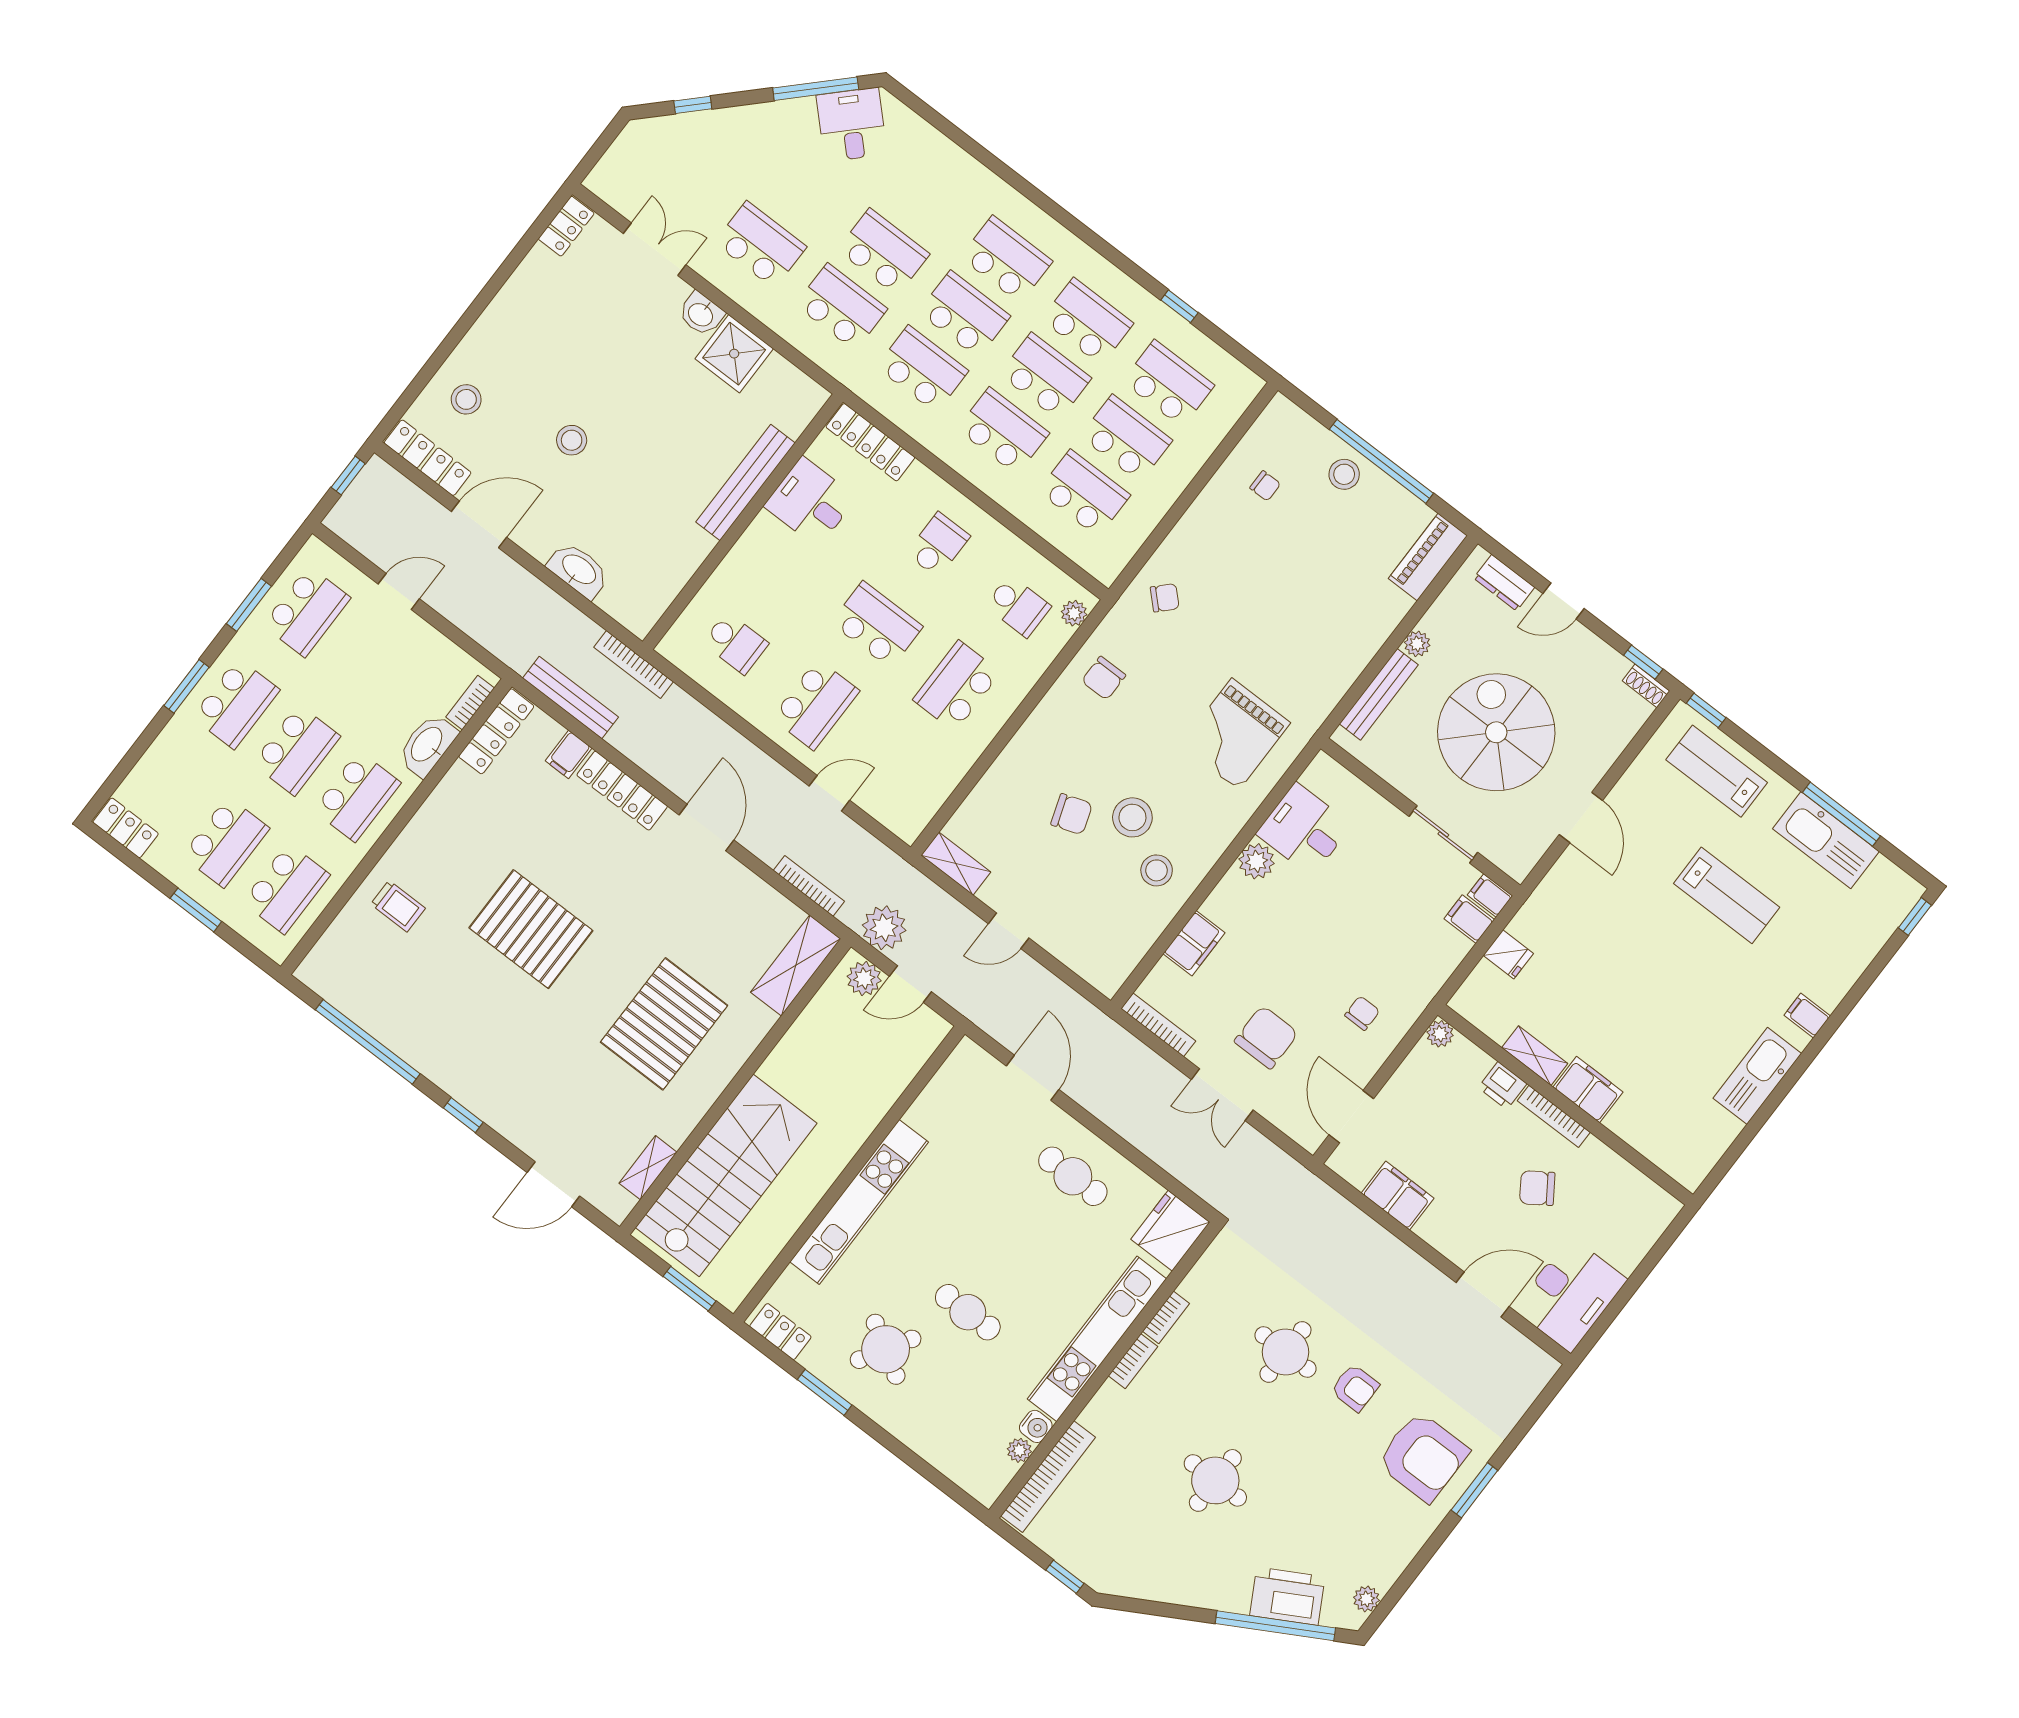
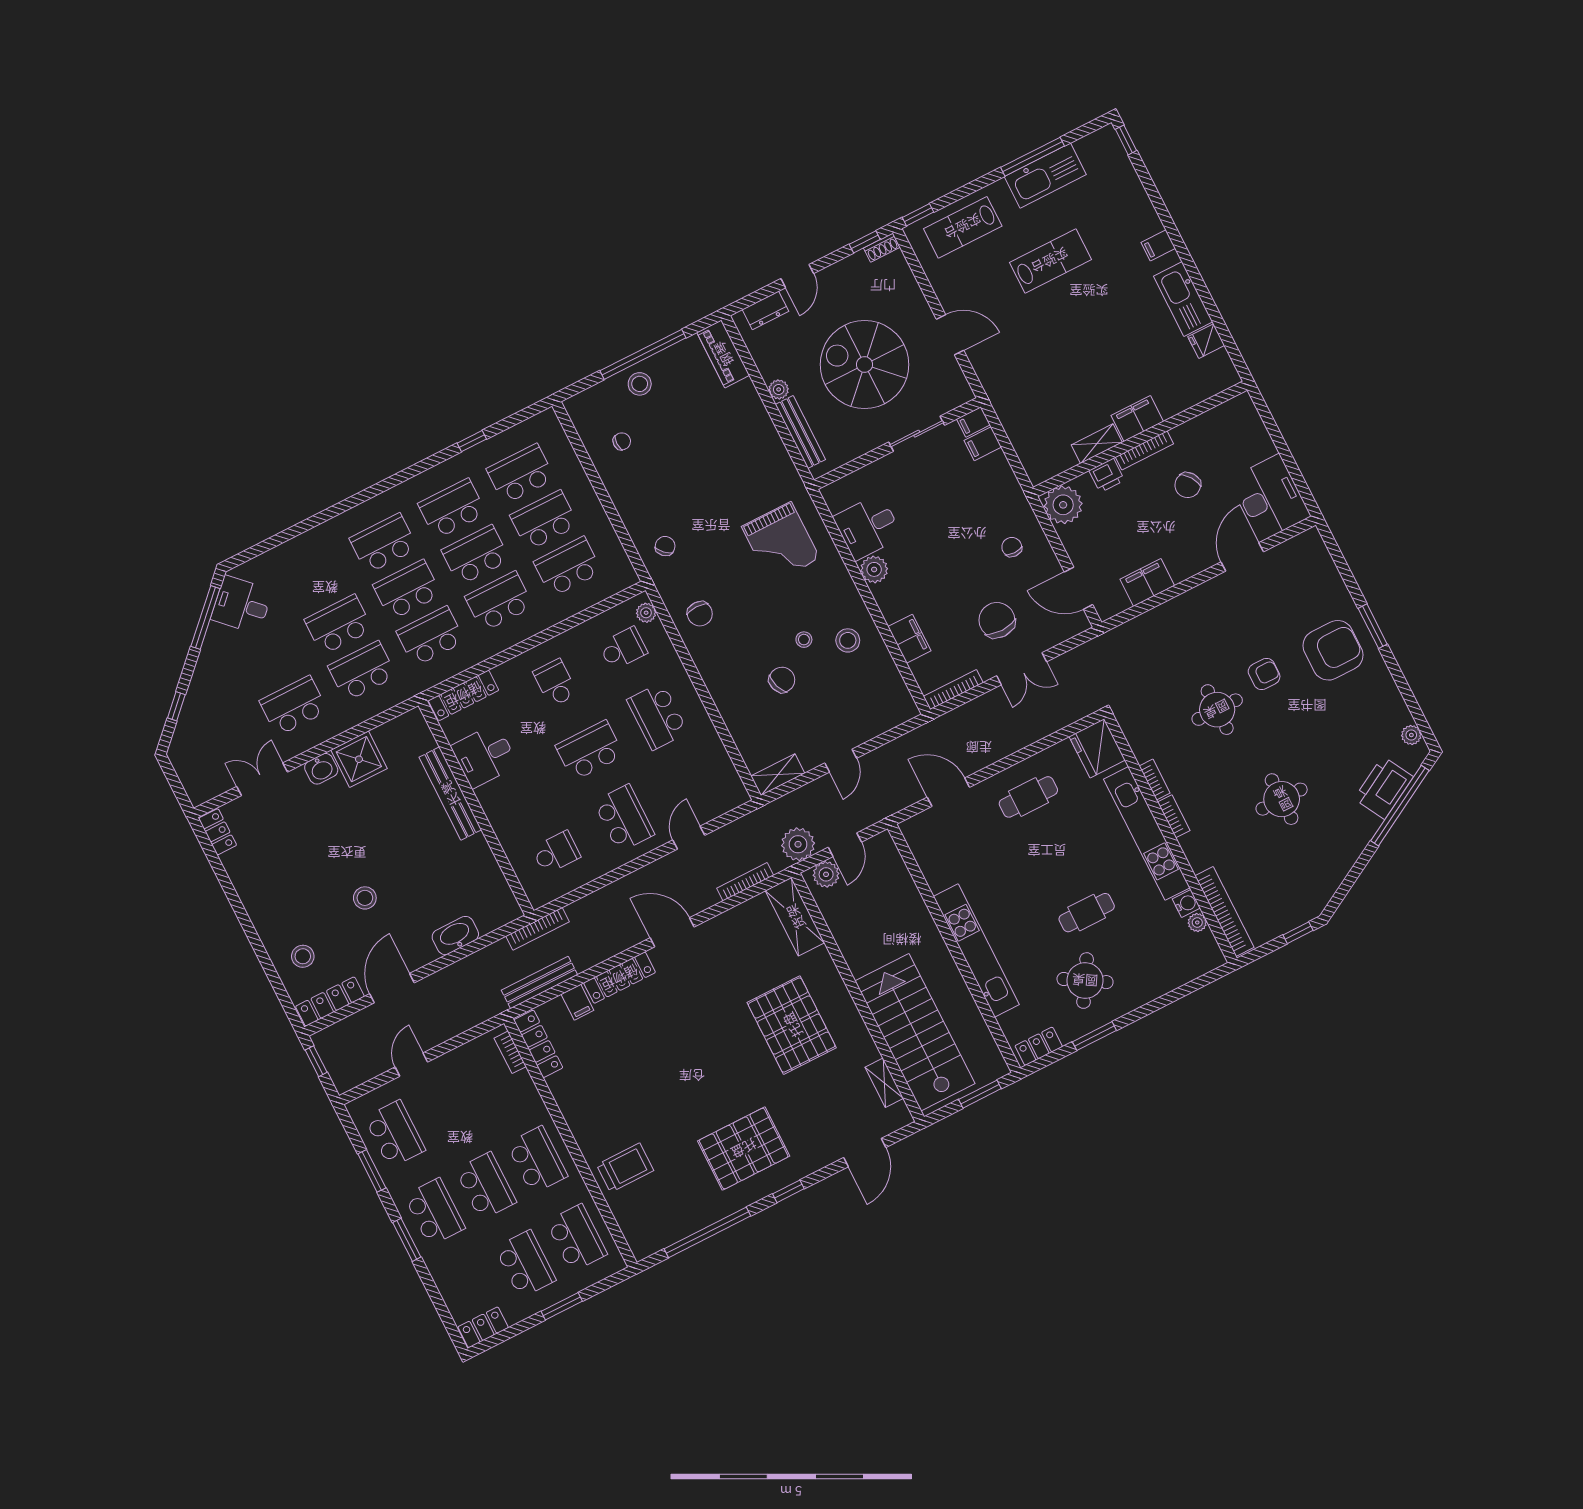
washbasin: (427, 745) -> (525, 1095), removed
stool: (1132, 817) -> (804, 640), width x0.53, depth x0.53
trolley: (398, 906) -> (625, 1168), width x1.36, depth x1.39
pallet: (531, 929) -> (744, 1149), moved
fridge: (1508, 954) -> (1206, 341), moved, turned 180
plant: (1440, 1034) -> (1063, 505), width x1.87, depth x1.87

